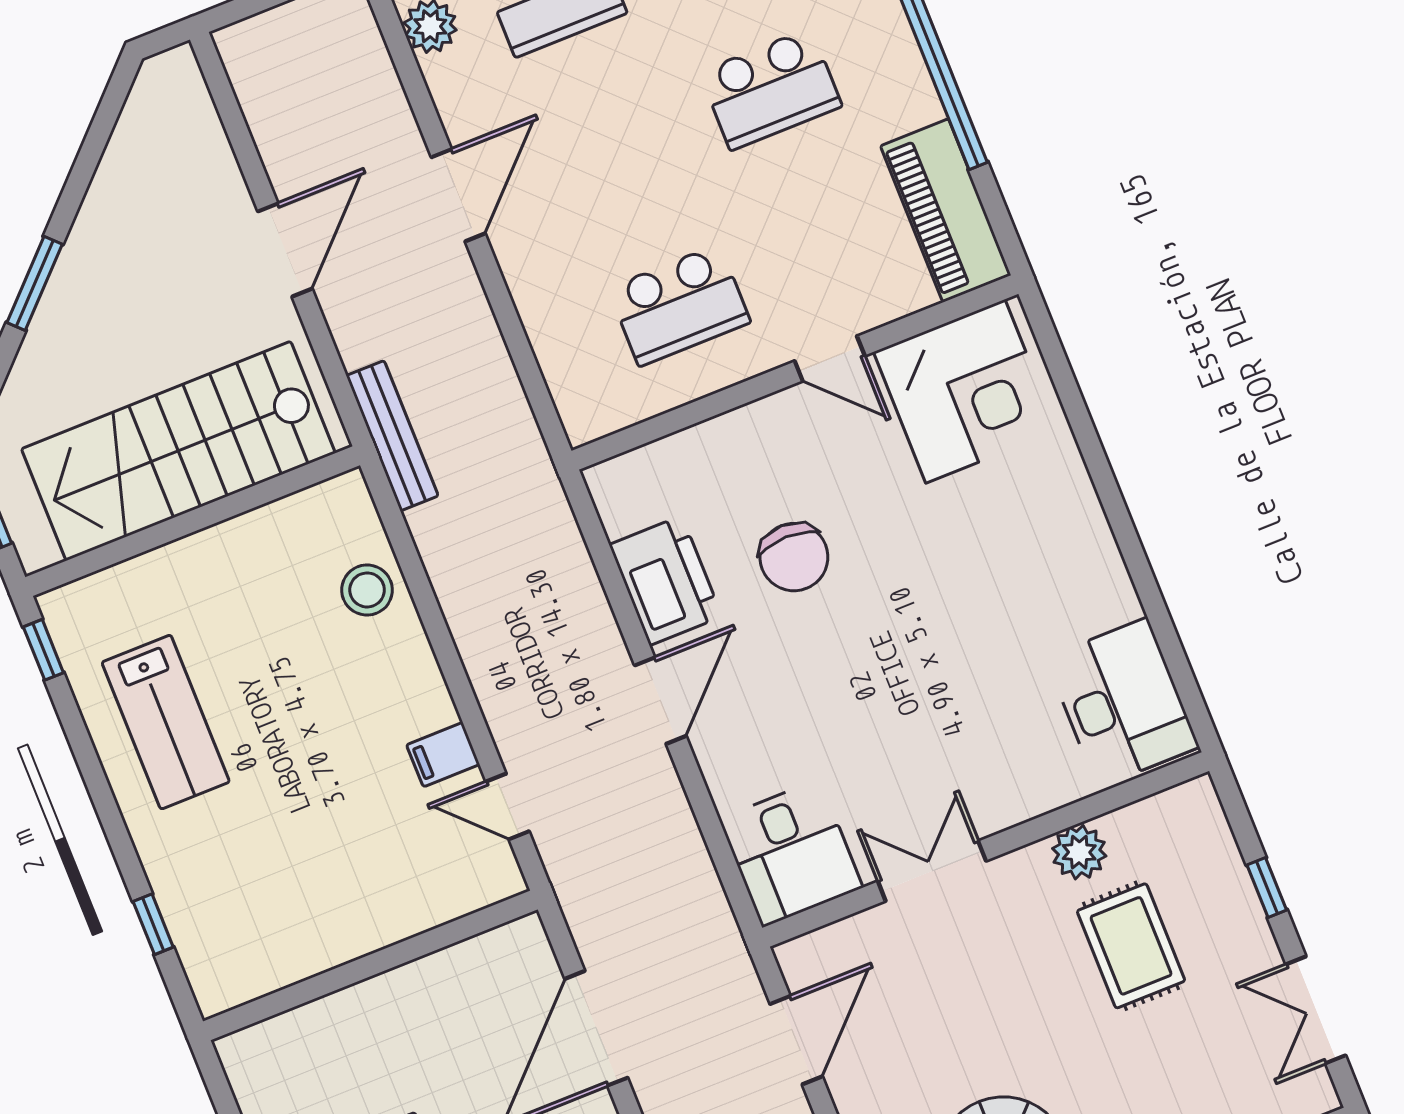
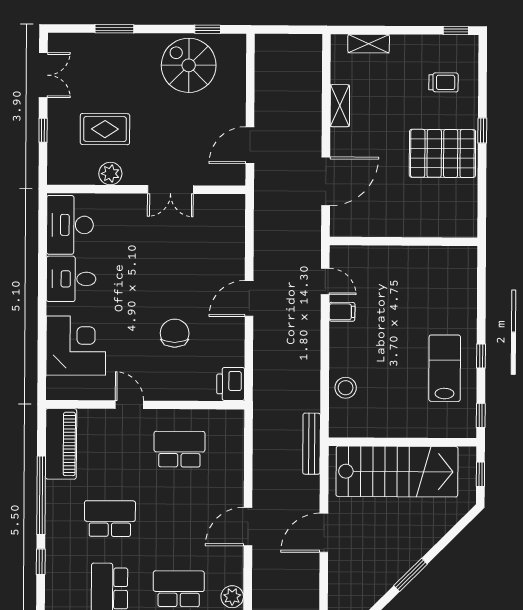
window: (35, 283) -> (411, 575), moved
corner desk: (965, 391) -> (76, 346), moved, turned 90
printer: (666, 581) -> (231, 384), moved, width x0.73, depth x0.84
desk: (791, 853) -> (71, 279), moved, turned -90
window: (153, 924) -> (481, 356), moved
rug: (1131, 946) -> (105, 129), turned 90

